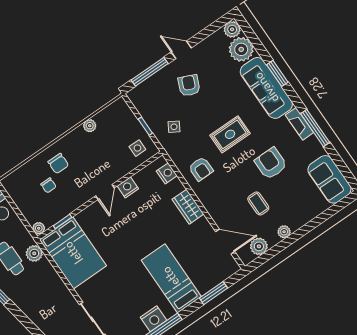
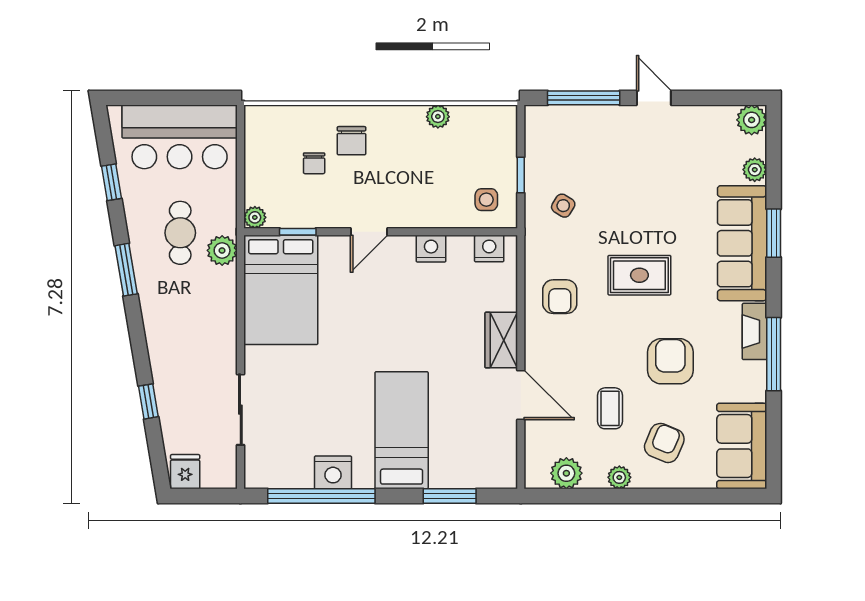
plant: (241, 49) -> (755, 170), width x0.53, depth x0.53
armchair: (189, 85) -> (664, 443), moved
nightstand: (167, 173) -> (489, 249), moved, turned -90
door: (105, 192) -> (369, 232), moved
door: (225, 242) -> (521, 395), moved

